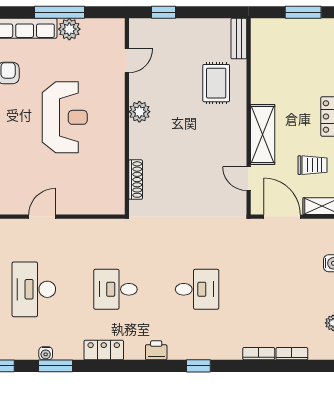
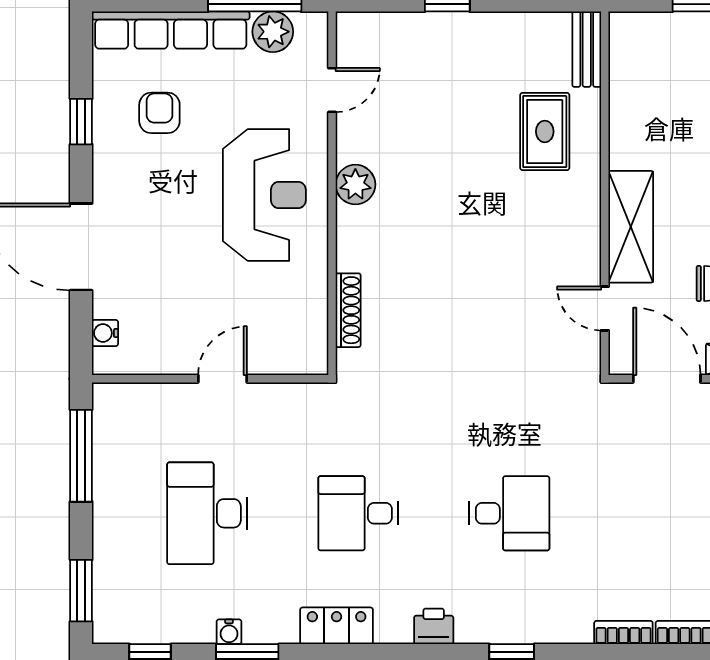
door: (127, 61) -> (332, 90), moved
plant: (139, 112) -> (355, 185), moved
wall: (127, 116) -> (332, 193), moved
shoe rack: (136, 180) -> (348, 310), moved

